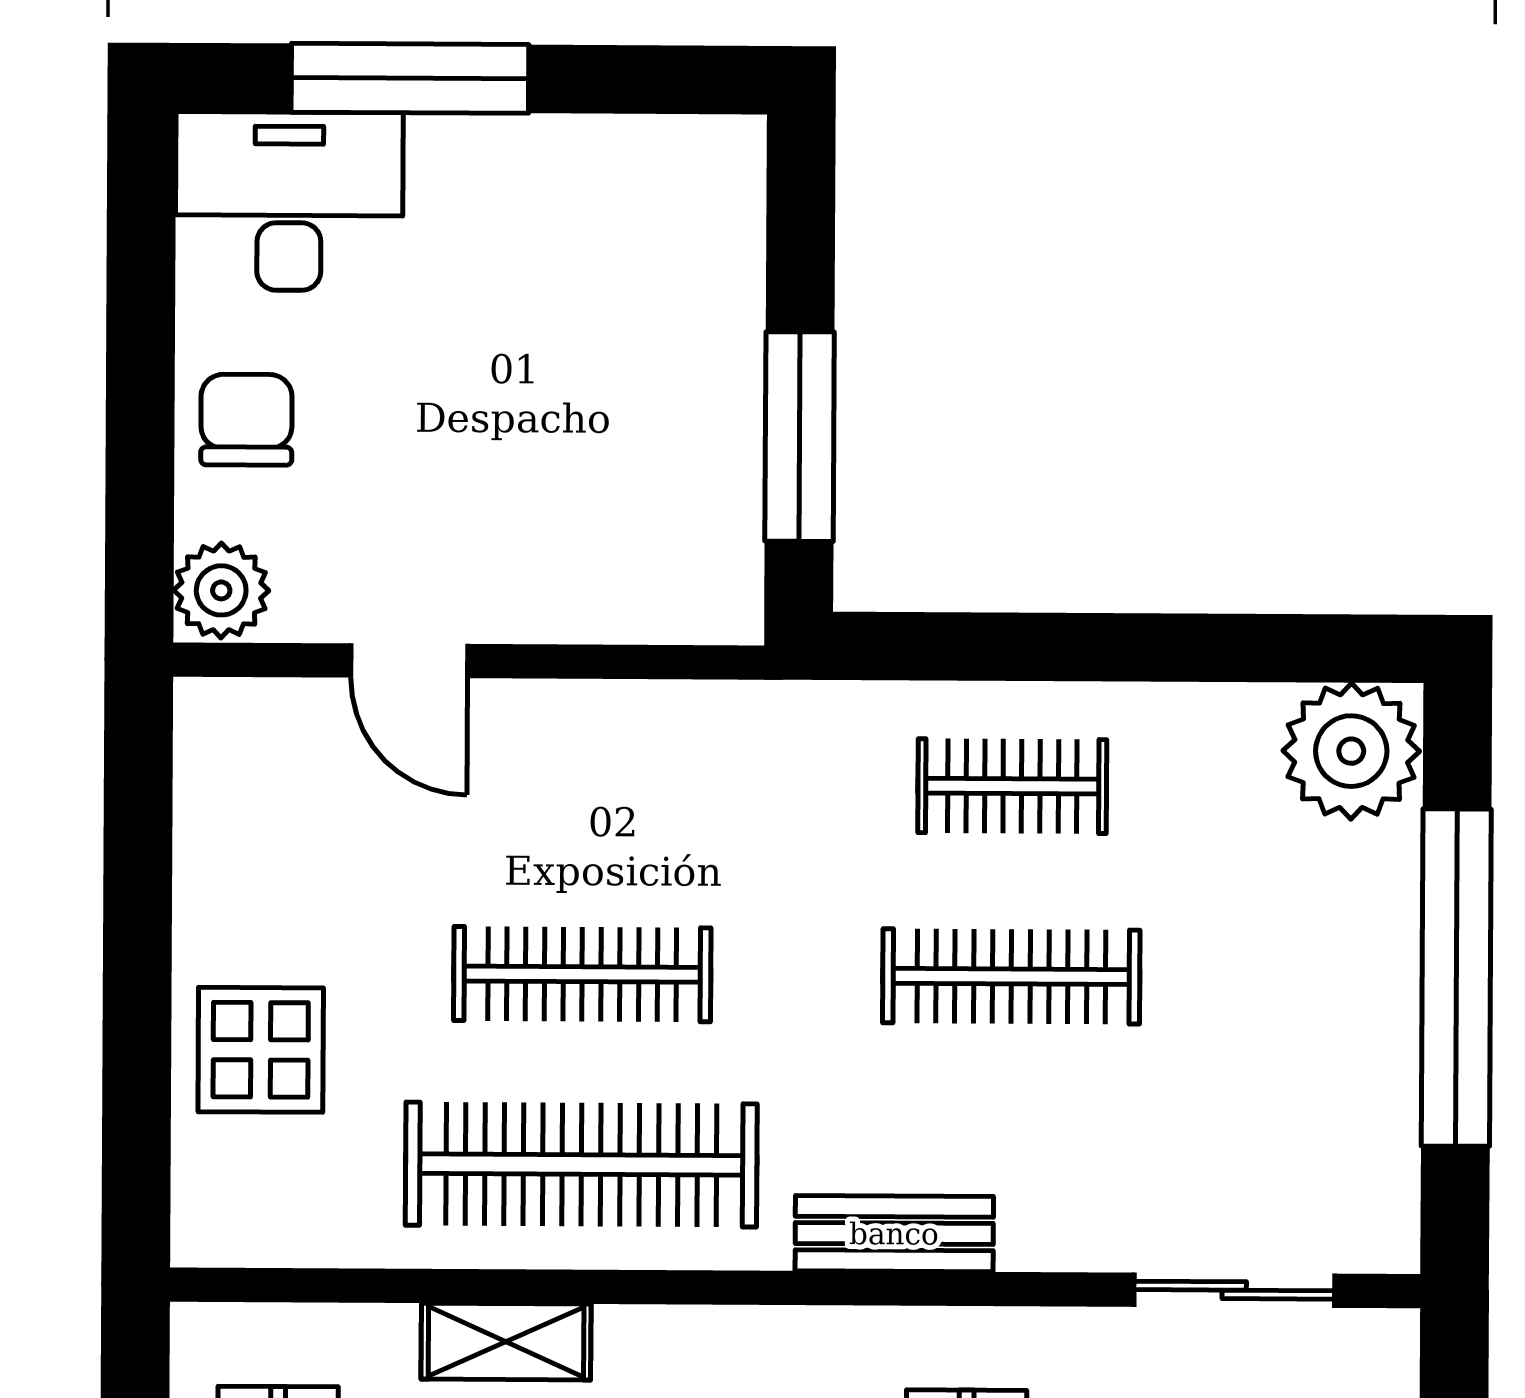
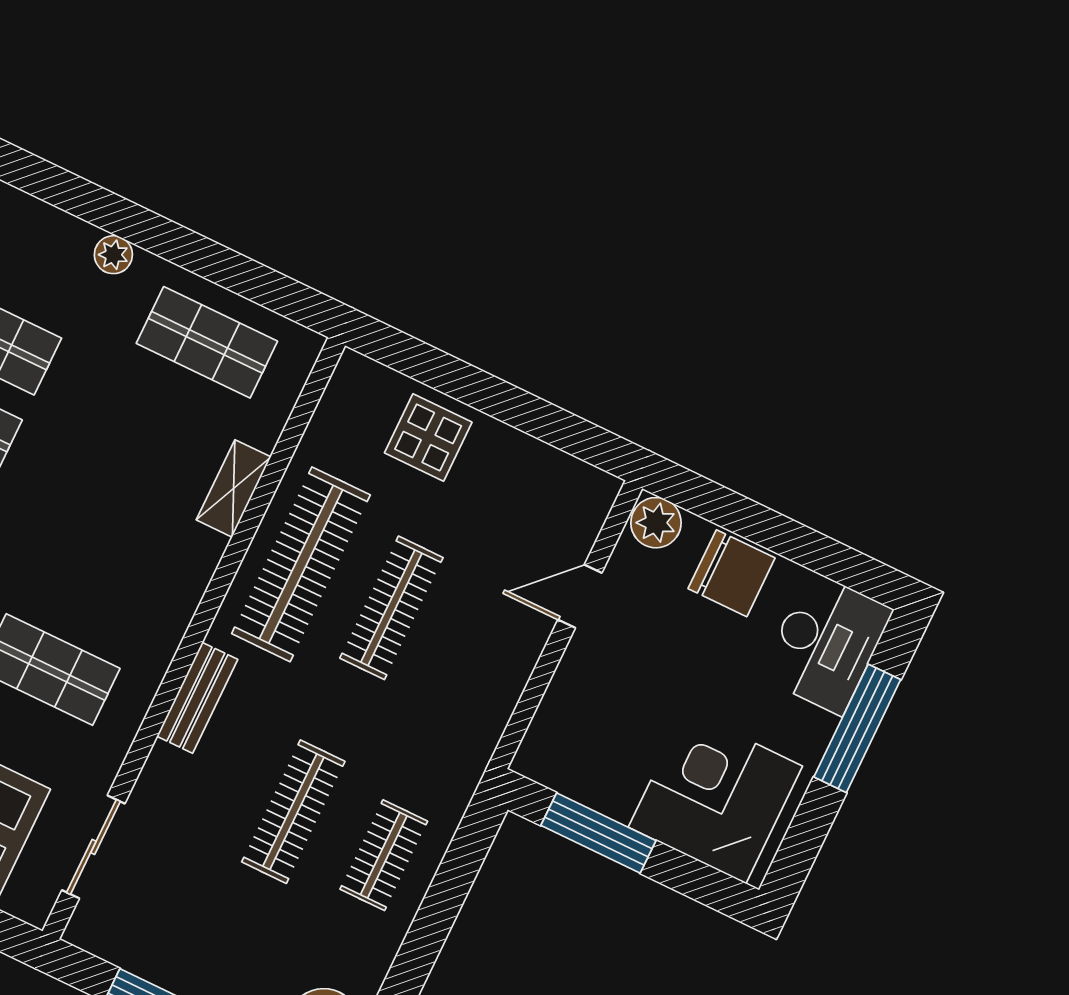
corner desk: (642, 266) -> (715, 797), added
chair: (246, 420) -> (732, 573), width x1.37, depth x1.37

